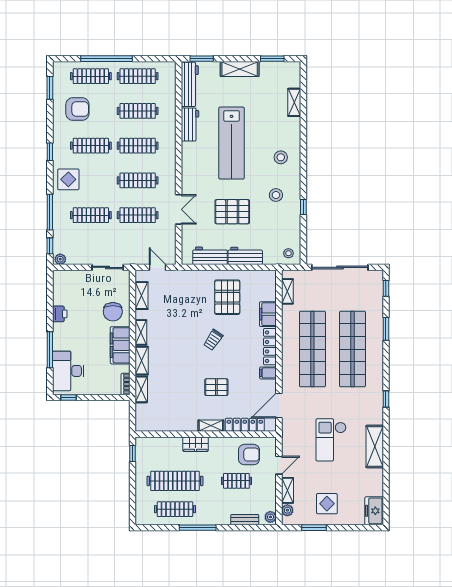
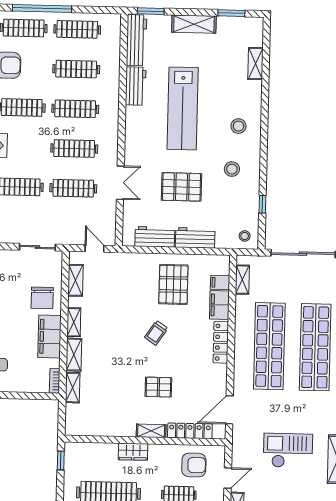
window: (303, 207) -> (262, 204), moved
filing cabinet: (268, 373) -> (220, 282), moved
checkout: (331, 440) -> (288, 450), turned 90

